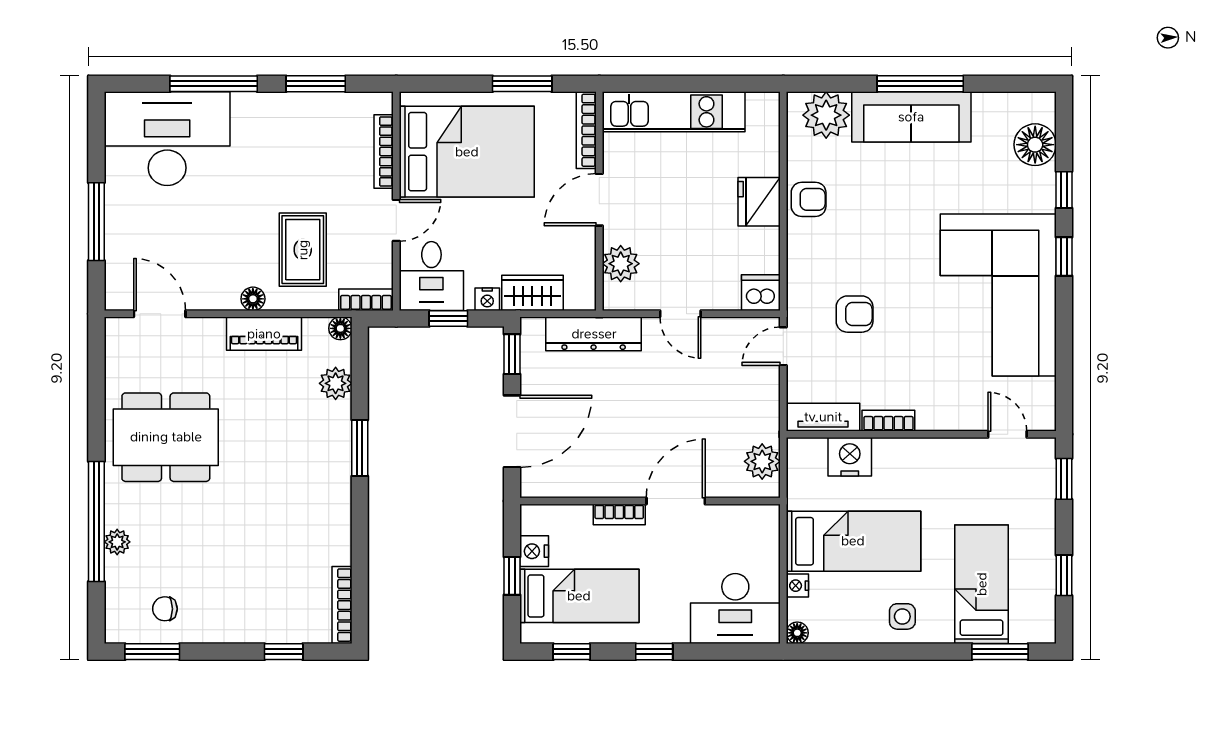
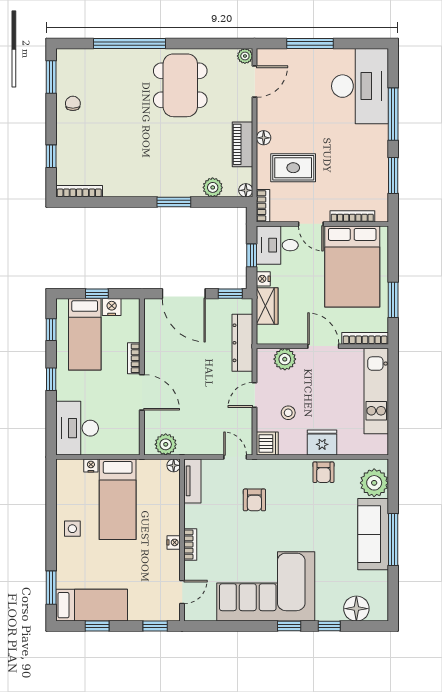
stool: (710, 258) -> (288, 413), added
bookcase: (888, 421) -> (190, 544), moved
nightstand: (850, 457) -> (174, 542), moved, width x0.53, depth x0.56
plant: (117, 542) -> (245, 56), moved
bed: (982, 584) -> (92, 605), moved
chair: (165, 609) -> (73, 103), moved
floor lamp: (797, 633) -> (174, 465), moved

